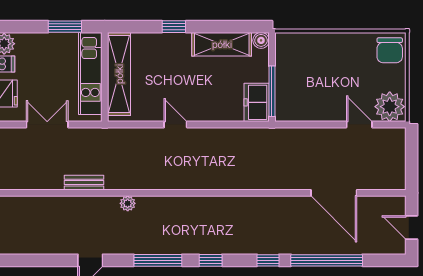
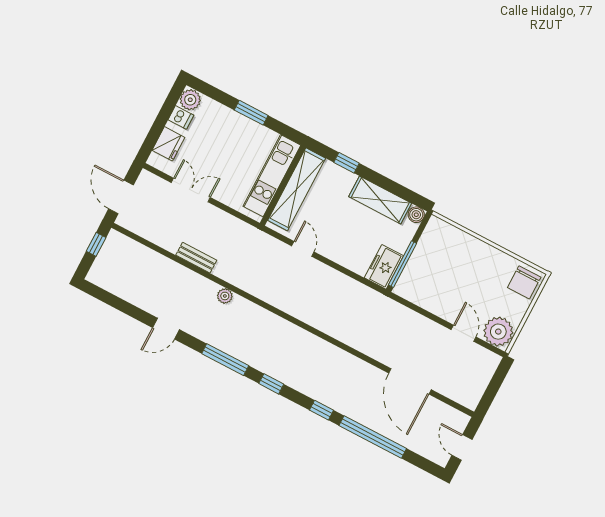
kitchen unit: (90, 73) -> (272, 176), moved
shelving: (119, 74) -> (297, 189), moved
wall: (105, 77) -> (283, 185), moved

